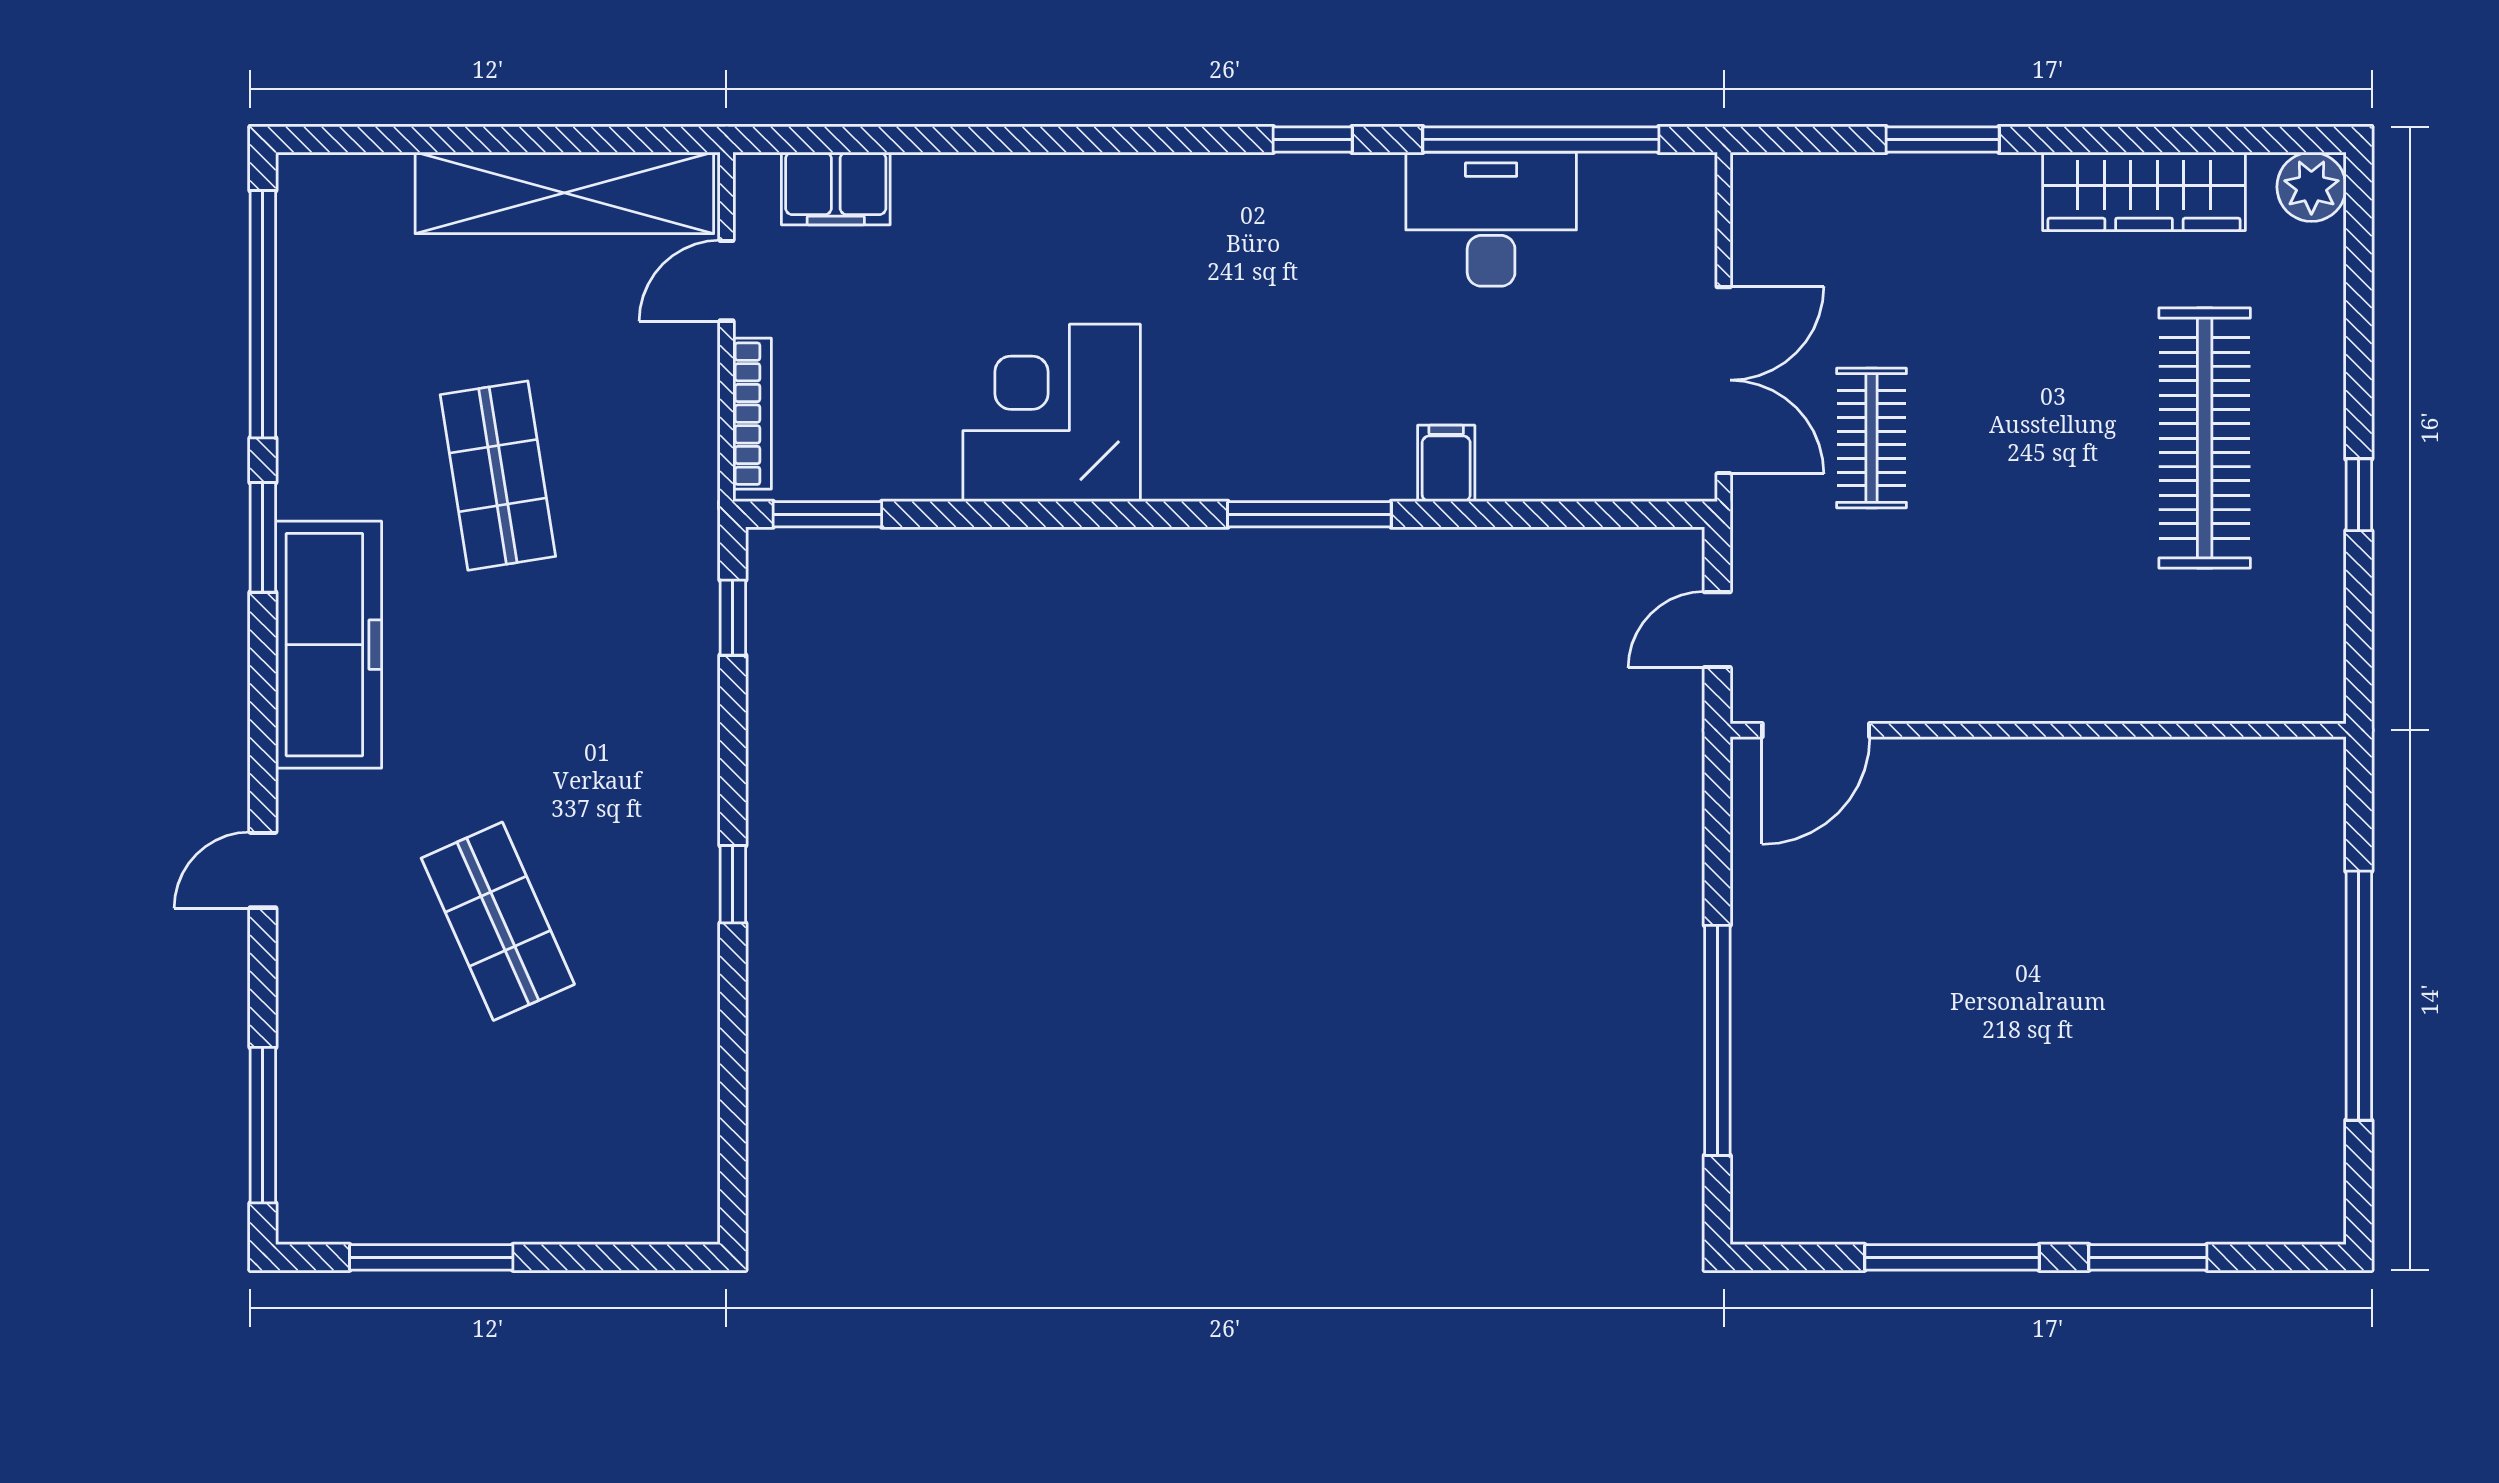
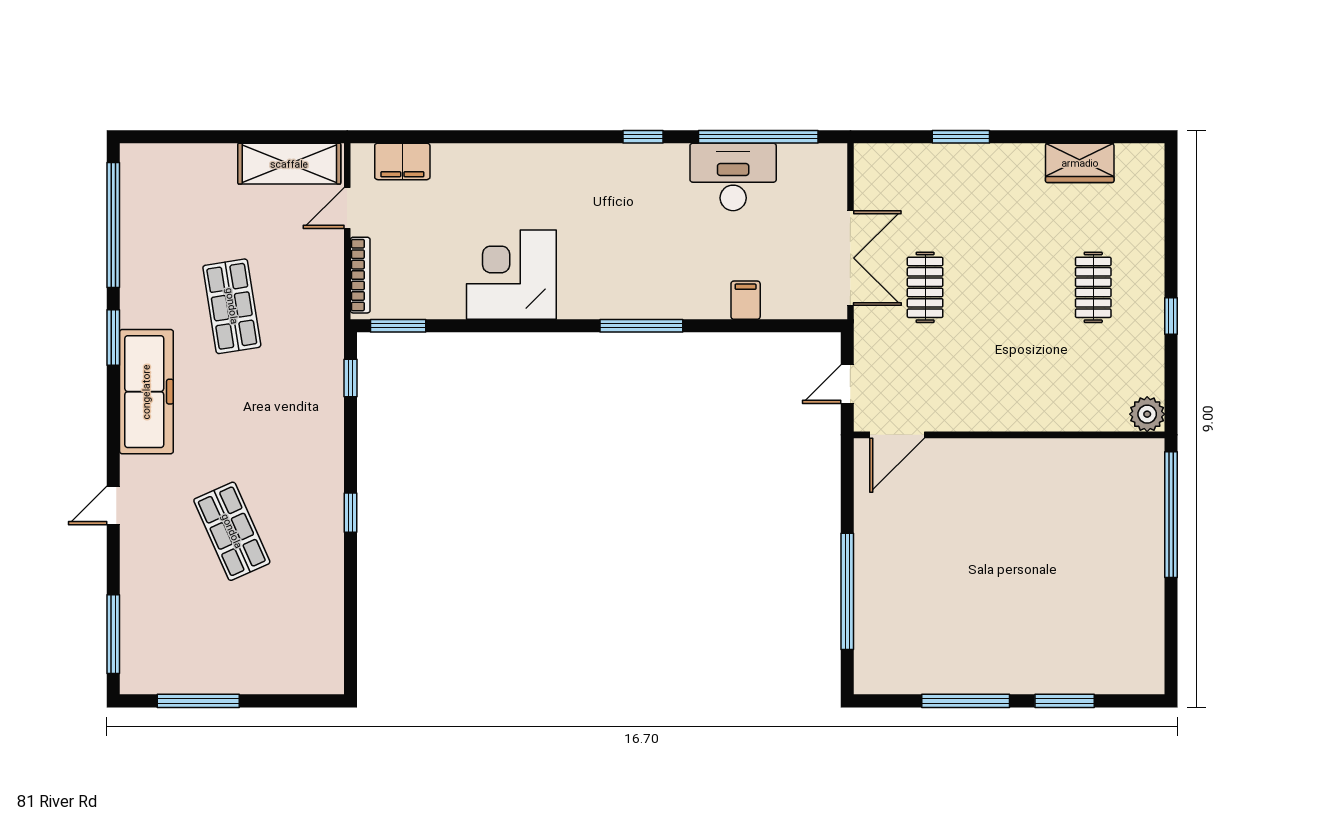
plant: (2311, 187) -> (1147, 414), moved
wardrobe: (2144, 191) -> (1080, 163), width x0.67
shelving: (564, 193) -> (289, 164), width x0.68
clothes rail: (2205, 438) -> (1093, 287), width x0.54, depth x0.76
filing cabinet: (1446, 463) -> (746, 300), moved
window: (2359, 996) -> (1171, 515), moved

